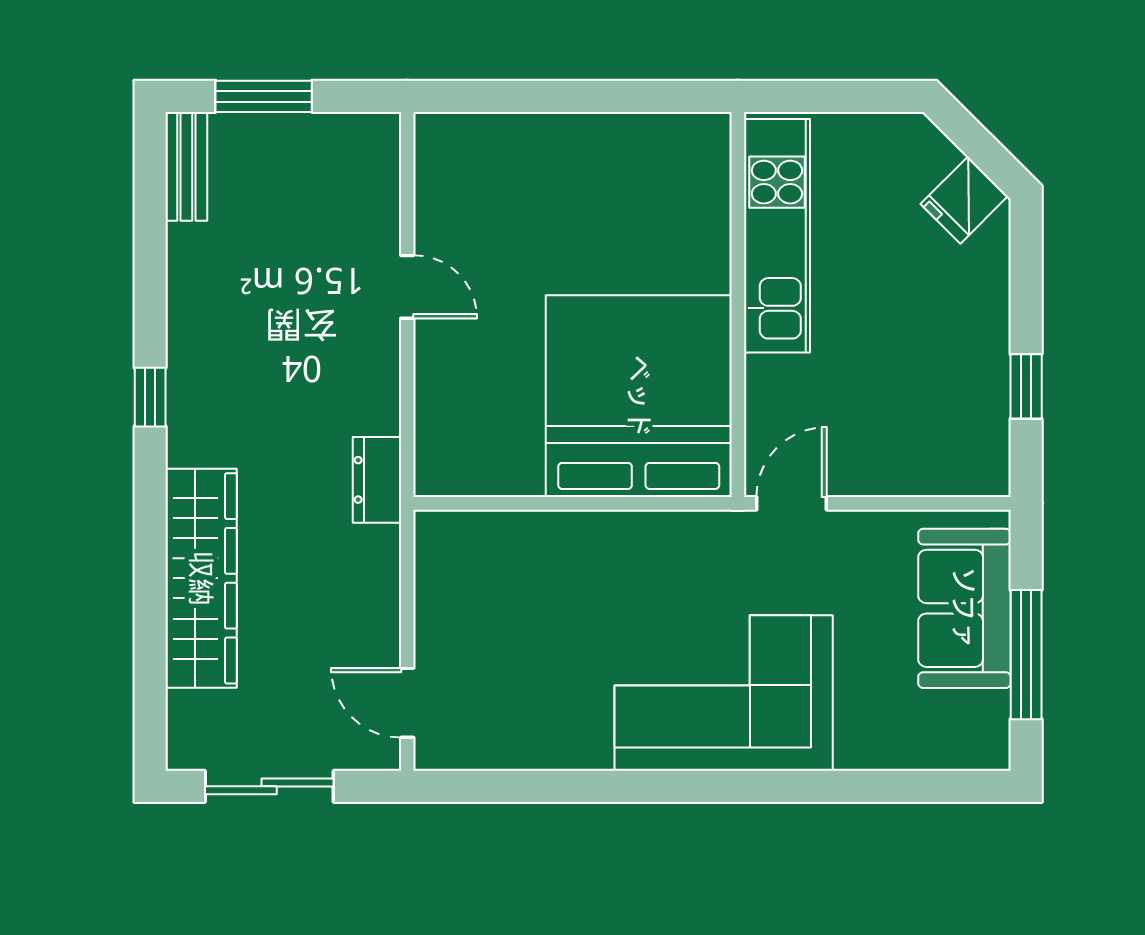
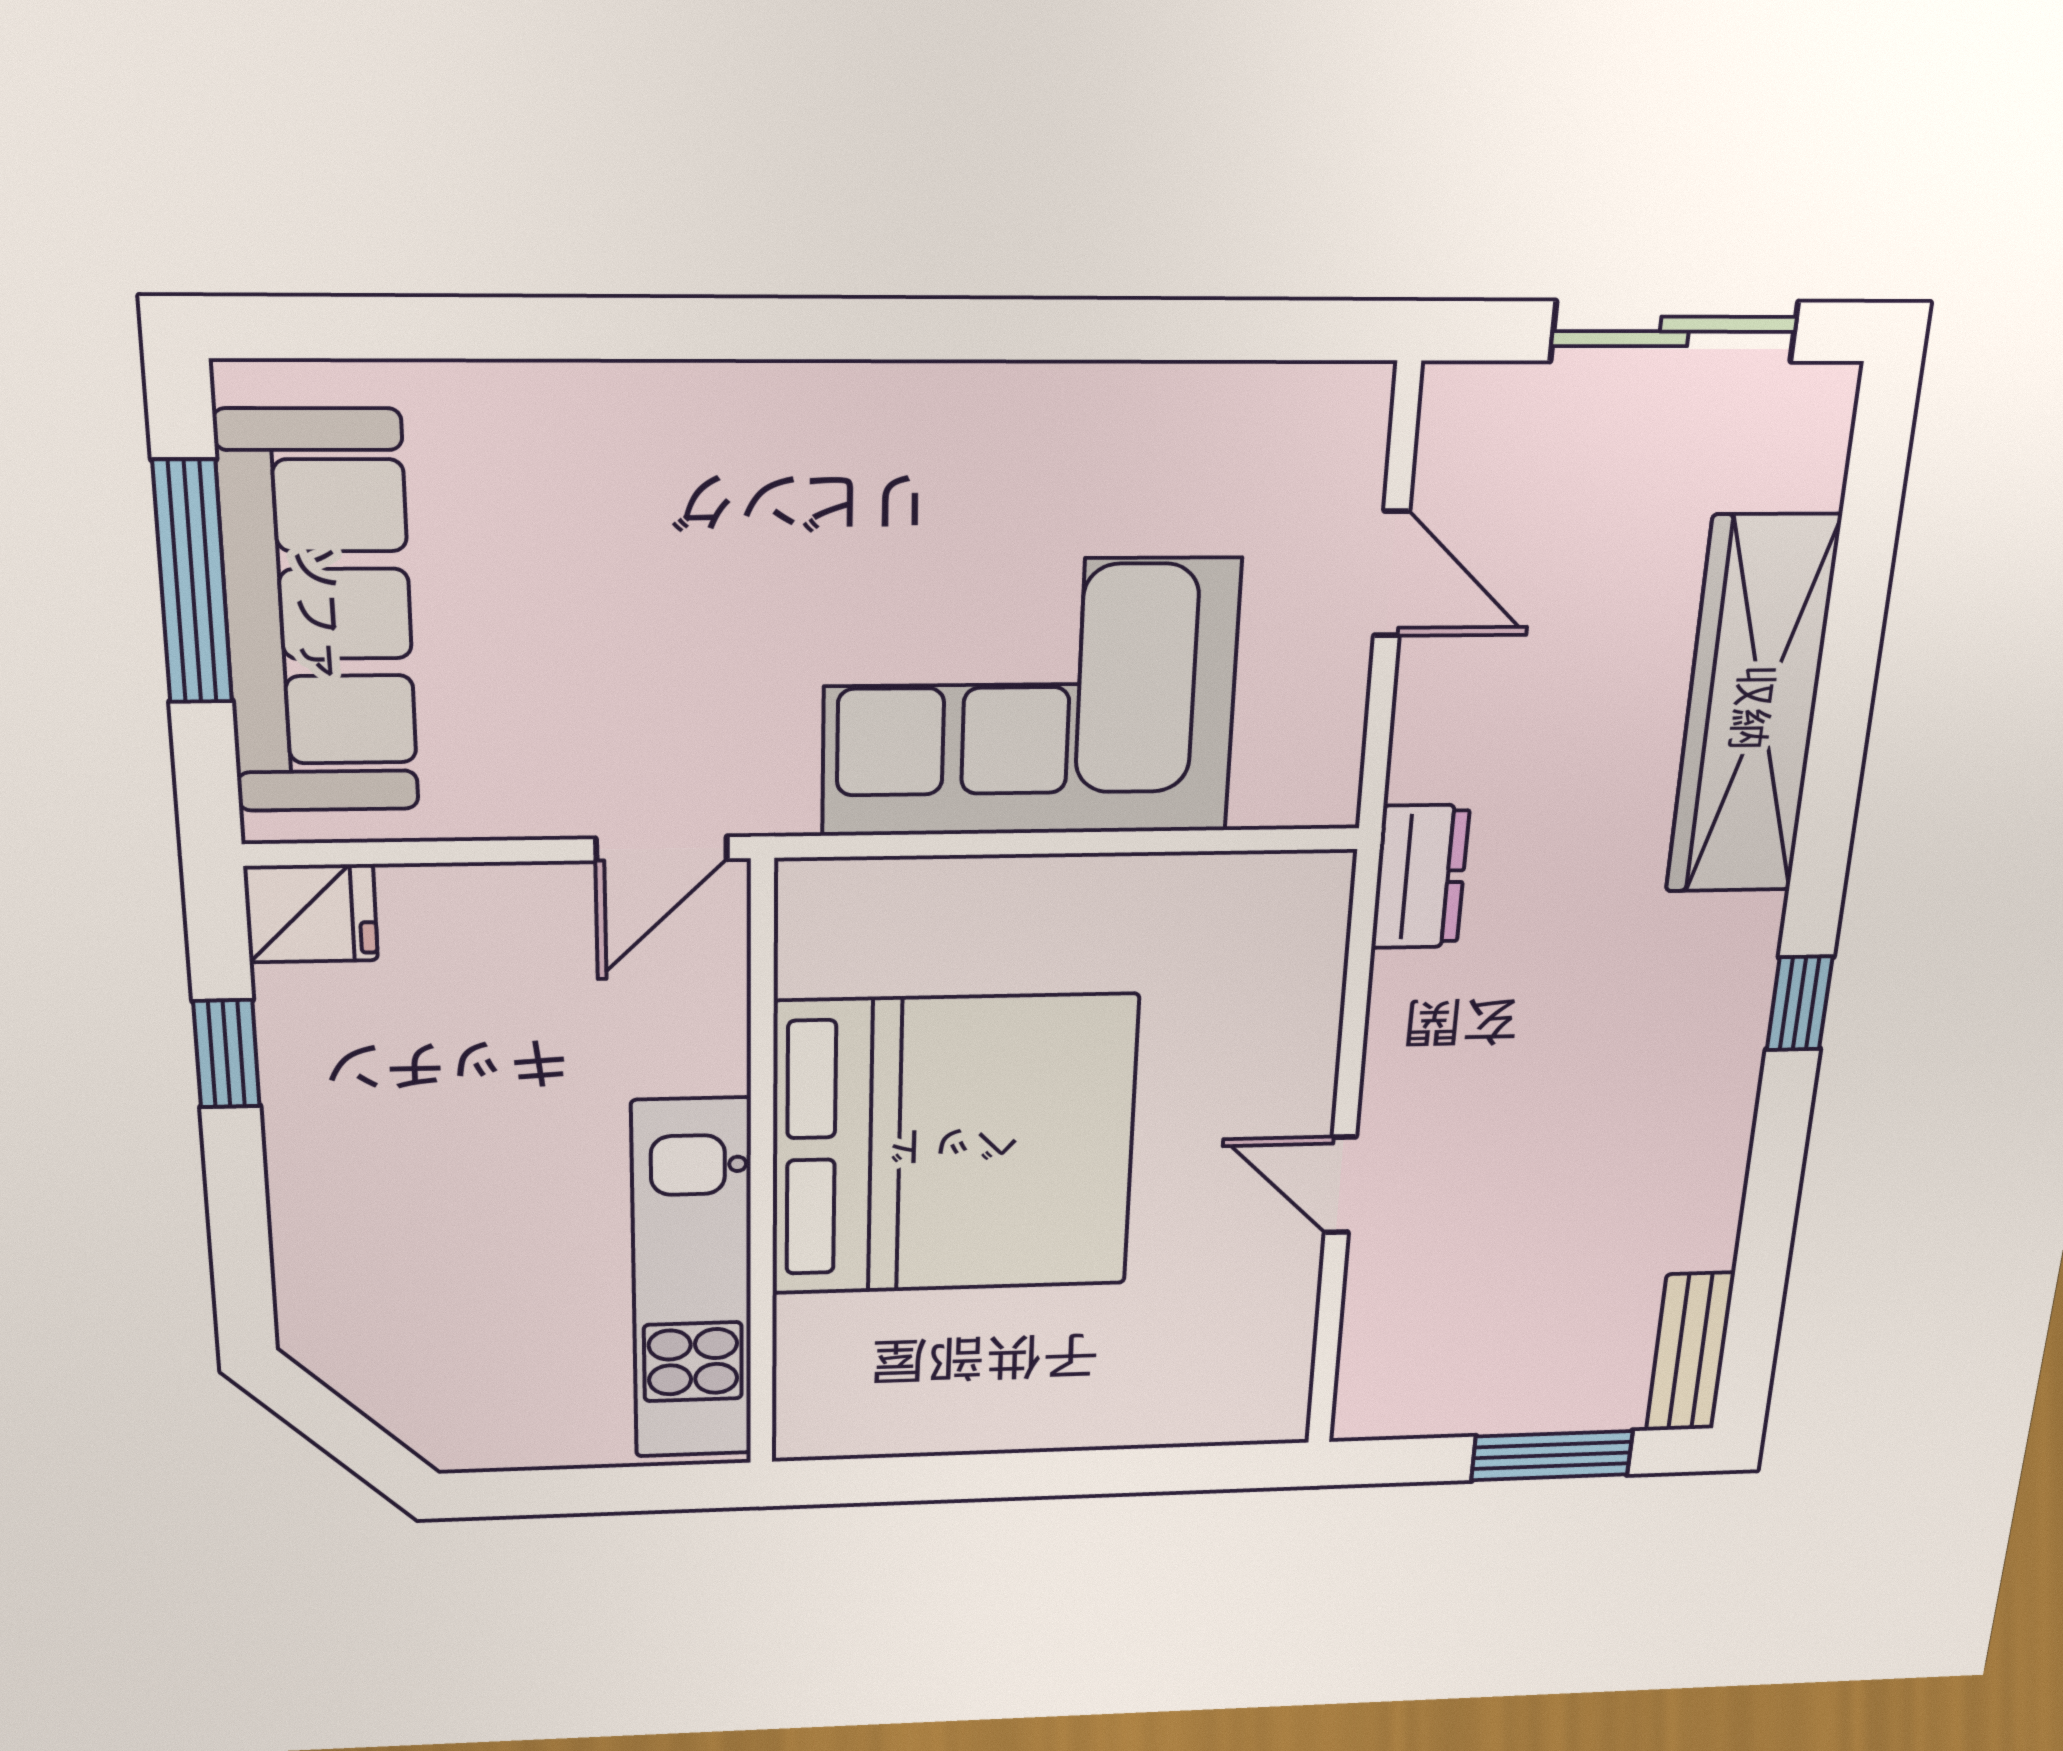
fridge: (964, 200) -> (311, 913), moved, turned 45
bed: (639, 396) -> (953, 1145), moved, turned -90
sofa: (964, 608) -> (318, 614), width x1.36
corner sofa: (724, 693) -> (1030, 698), moved, turned 180
door: (407, 703) -> (1392, 574), moved

